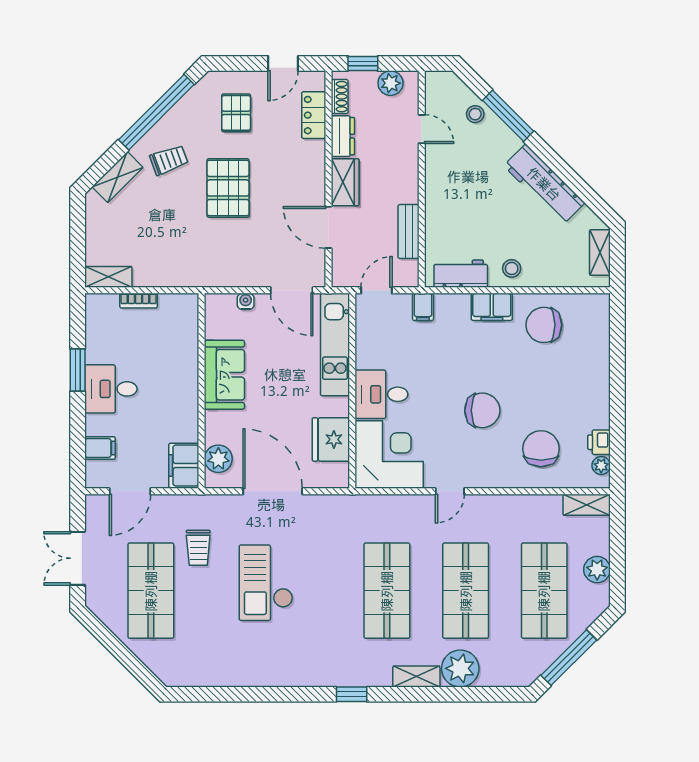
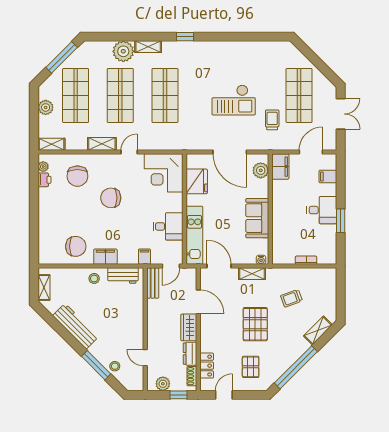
trolley: (169, 160) -> (291, 298), moved
bench: (409, 232) -> (153, 283), moved
shelving: (108, 277) -> (252, 274), moved
water cooler: (246, 301) -> (261, 260), moved
desk: (381, 394) -> (168, 226), moved
shelving: (498, 506) -> (102, 144), added
checkout: (266, 583) -> (234, 100), turned 90

